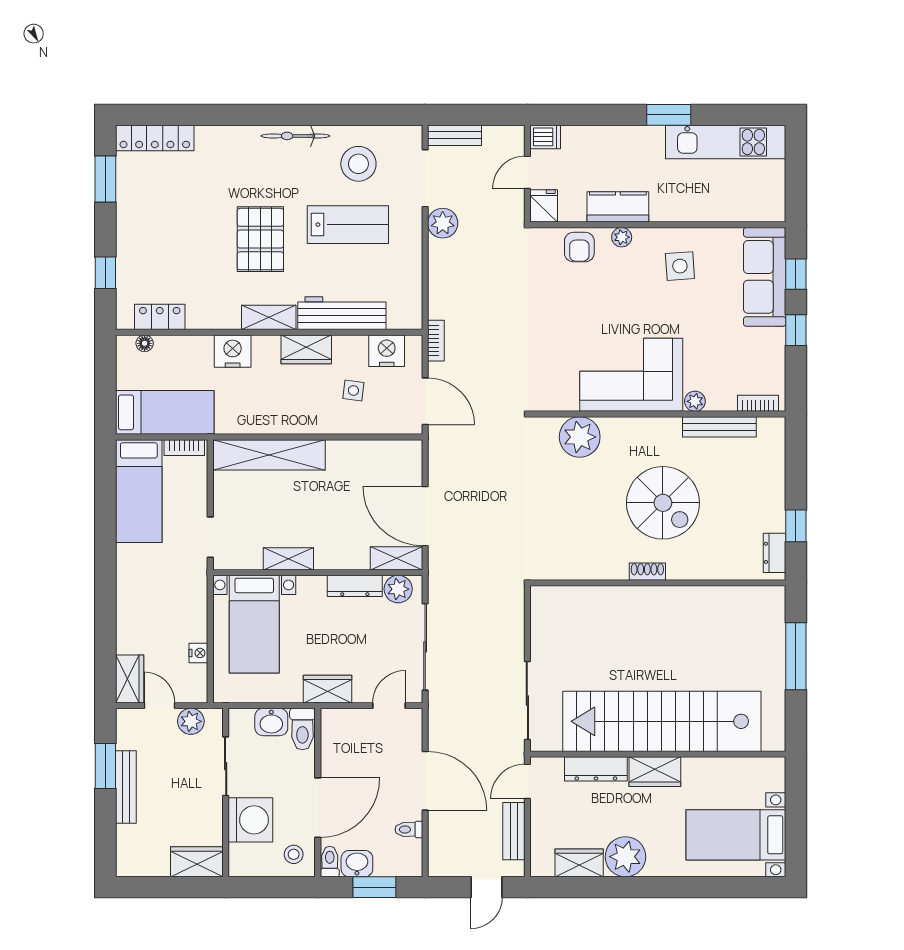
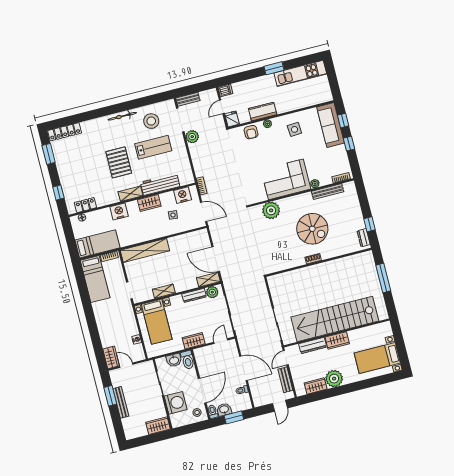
plant: (191, 721) -> (141, 368), removed

